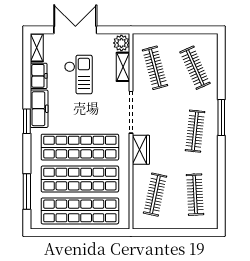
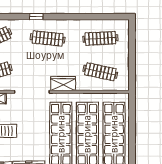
window: (221, 118) -> (36, 17), width x0.46

